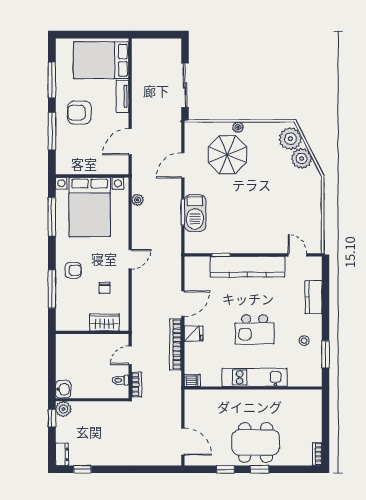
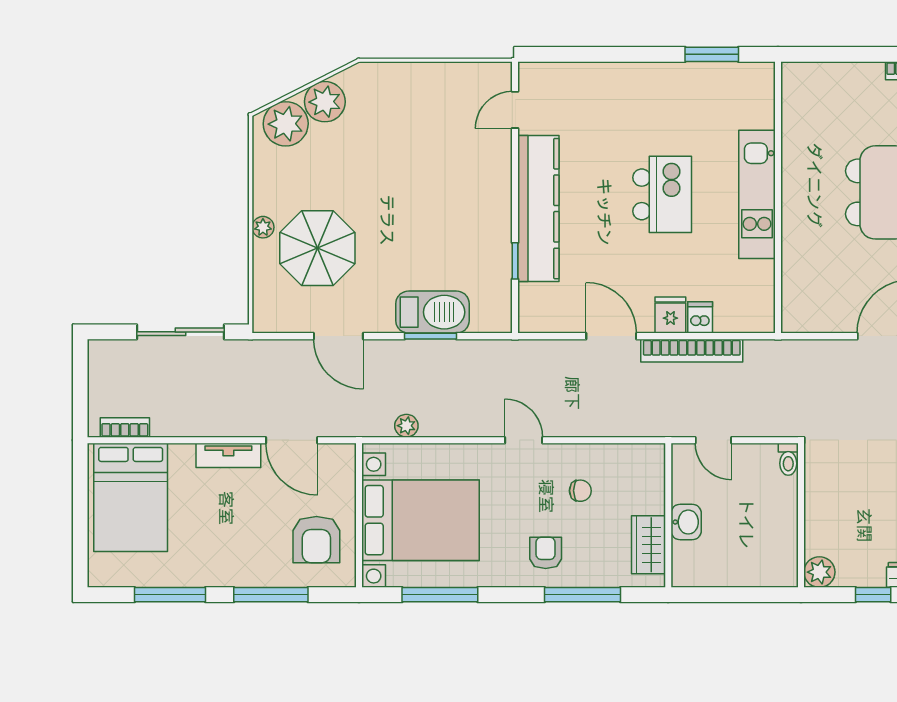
tv unit: (122, 96) -> (228, 455), moved
armchair: (79, 113) -> (316, 540), moved
kitchen counter: (313, 297) -> (599, 78), removed
wardrobe: (104, 322) -> (648, 545), moved
stool: (304, 341) -> (684, 97), removed
toilet: (120, 380) -> (788, 459), moved
dishwasher: (192, 380) -> (700, 317), moved
bookcase: (137, 385) -> (125, 427), moved
washbasin: (63, 389) -> (686, 522), moved, turned 90
window: (52, 418) -> (873, 595), moved

